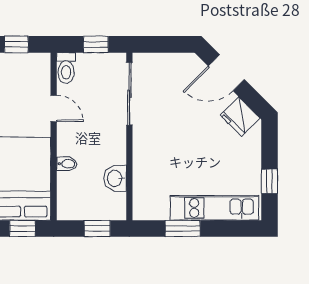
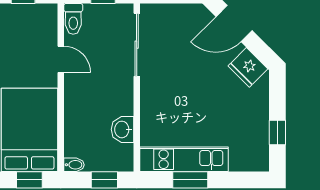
bidet: (67, 164) -> (74, 165), moved
kitchen unit: (214, 208) -> (184, 159), moved

